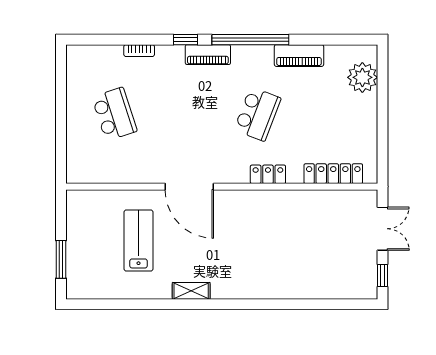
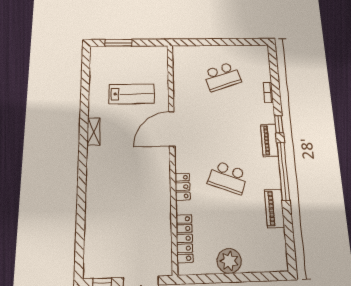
plant: (362, 77) -> (229, 261), moved

